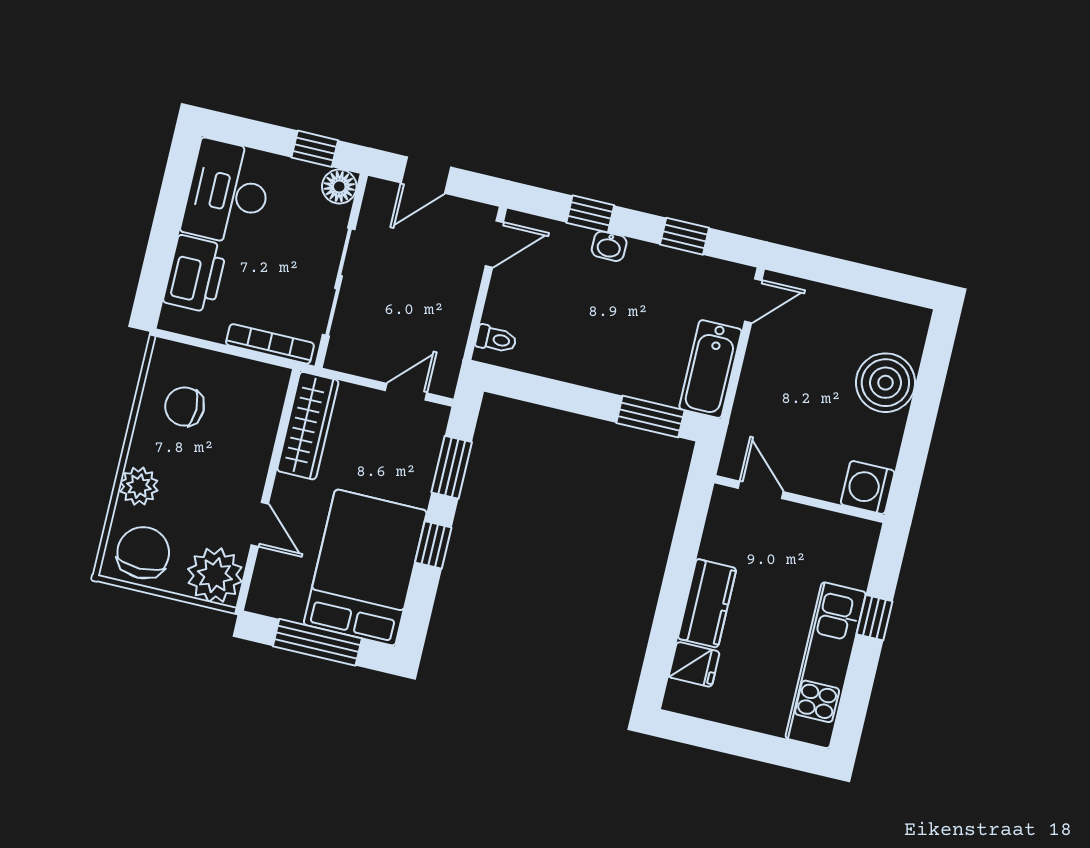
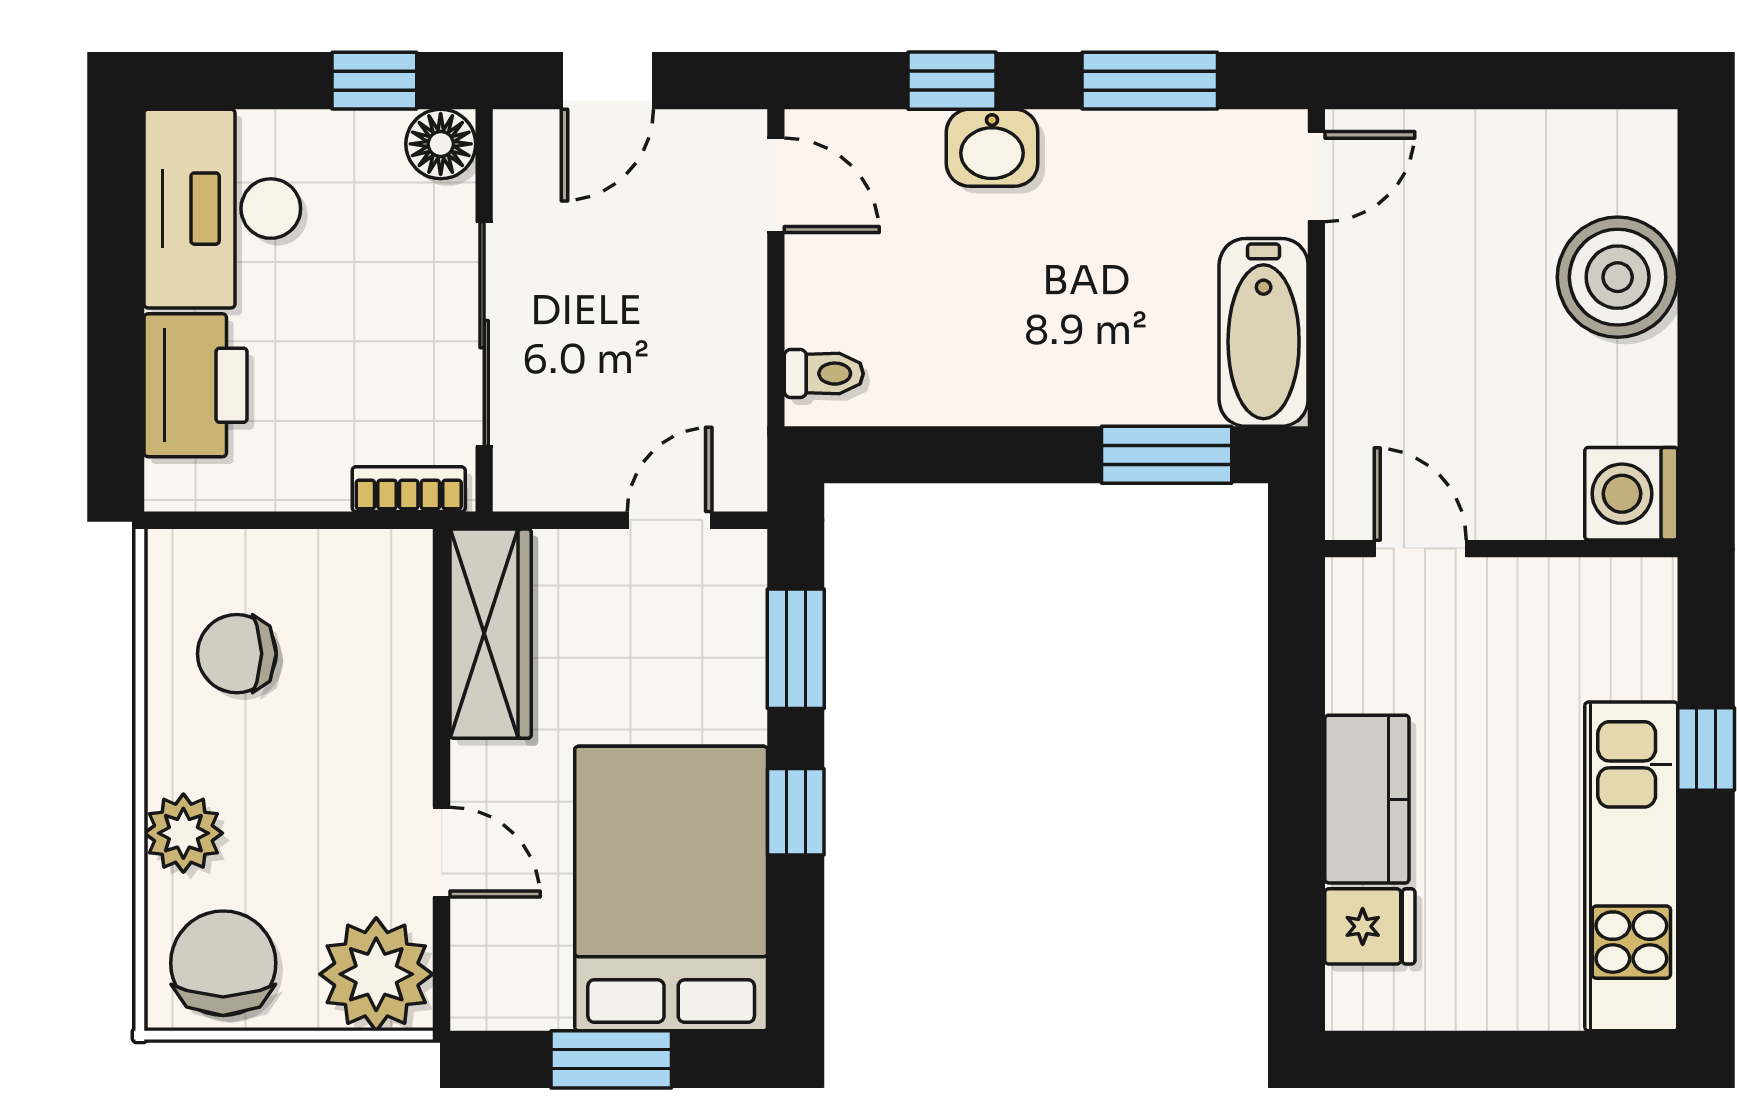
window: (685, 236) -> (1150, 81), width x1.50
door: (494, 244) -> (776, 185), hinge flipped
washbasin: (609, 246) -> (992, 148), width x1.38, depth x1.45
bookcase: (270, 344) -> (409, 489), width x0.64
window: (317, 642) -> (611, 1059), width x0.69

